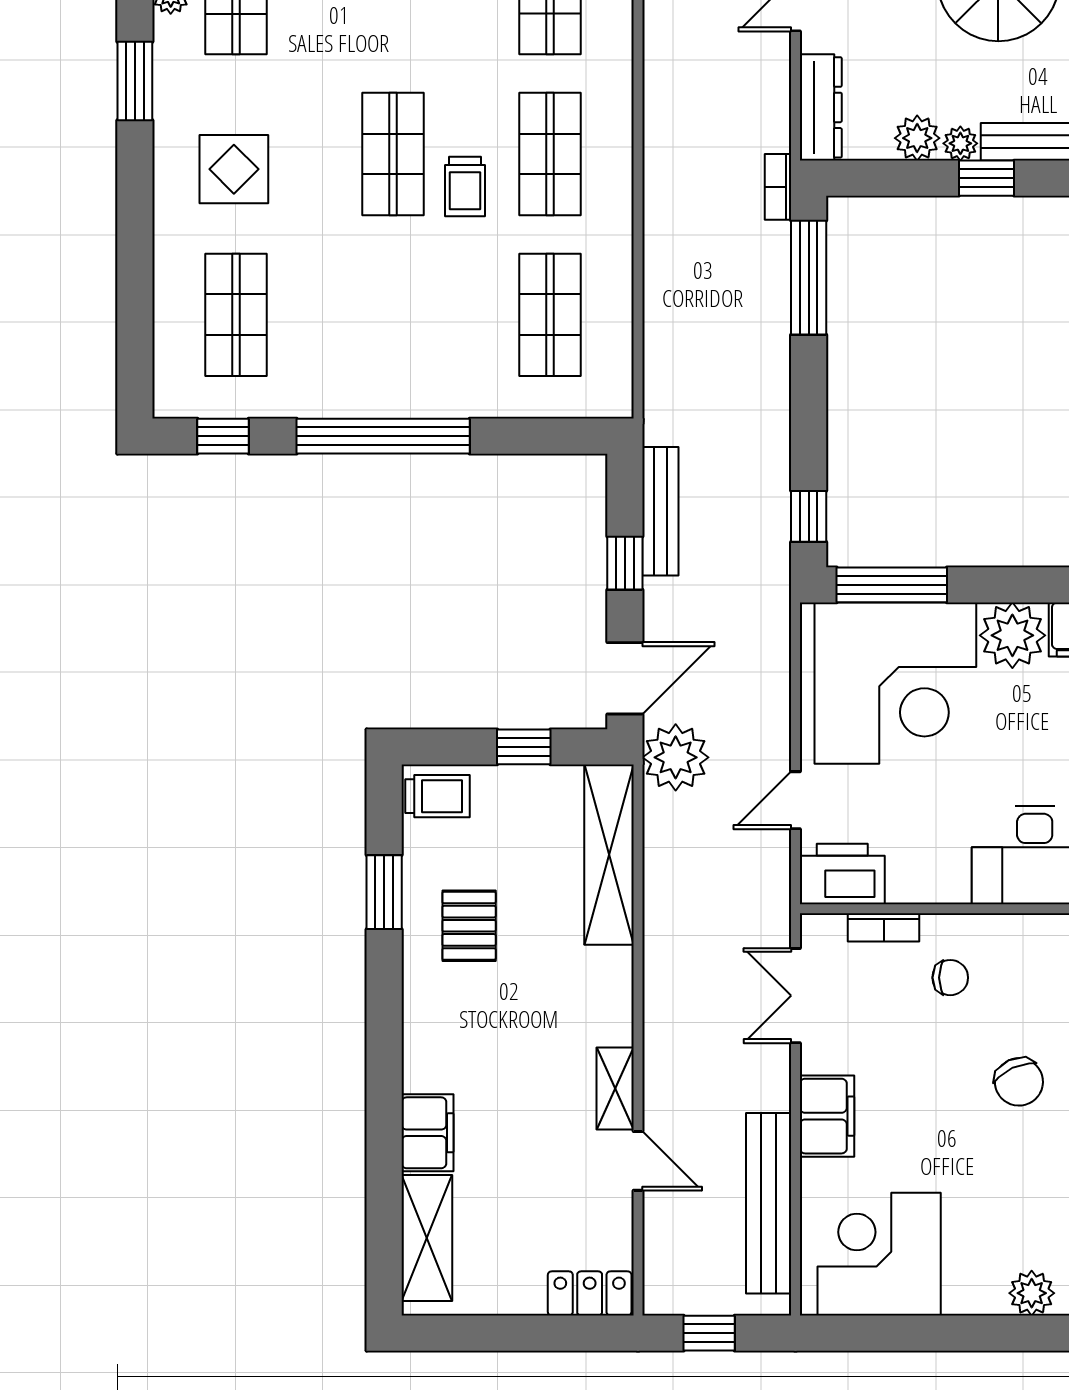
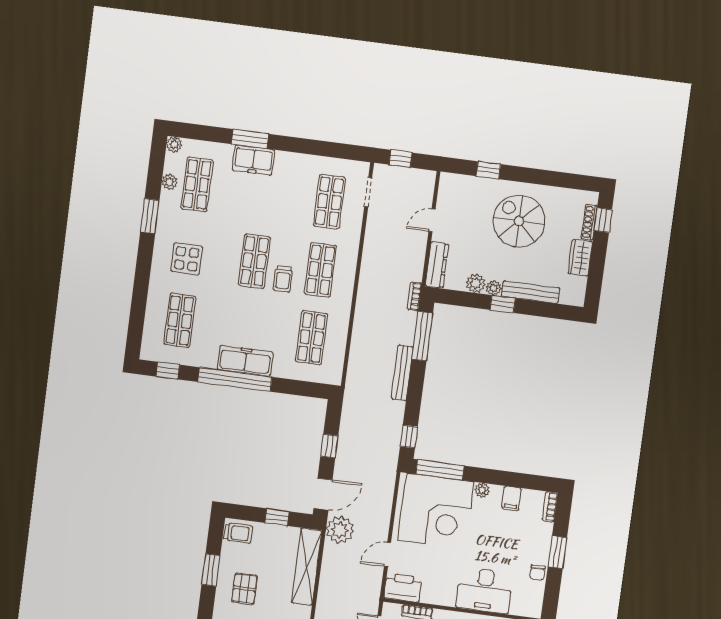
freezer: (401, 389) -> (245, 361), added
bench: (660, 511) -> (402, 373), moved
plant: (1012, 635) -> (482, 490), width x0.53, depth x0.53

